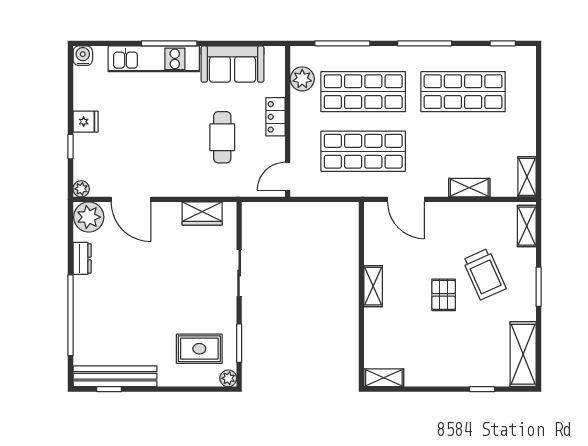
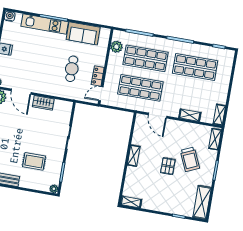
locker: (275, 117) -> (98, 76), moved
wardrobe: (202, 214) -> (43, 103), moved
rug: (199, 349) -> (34, 161), moved

